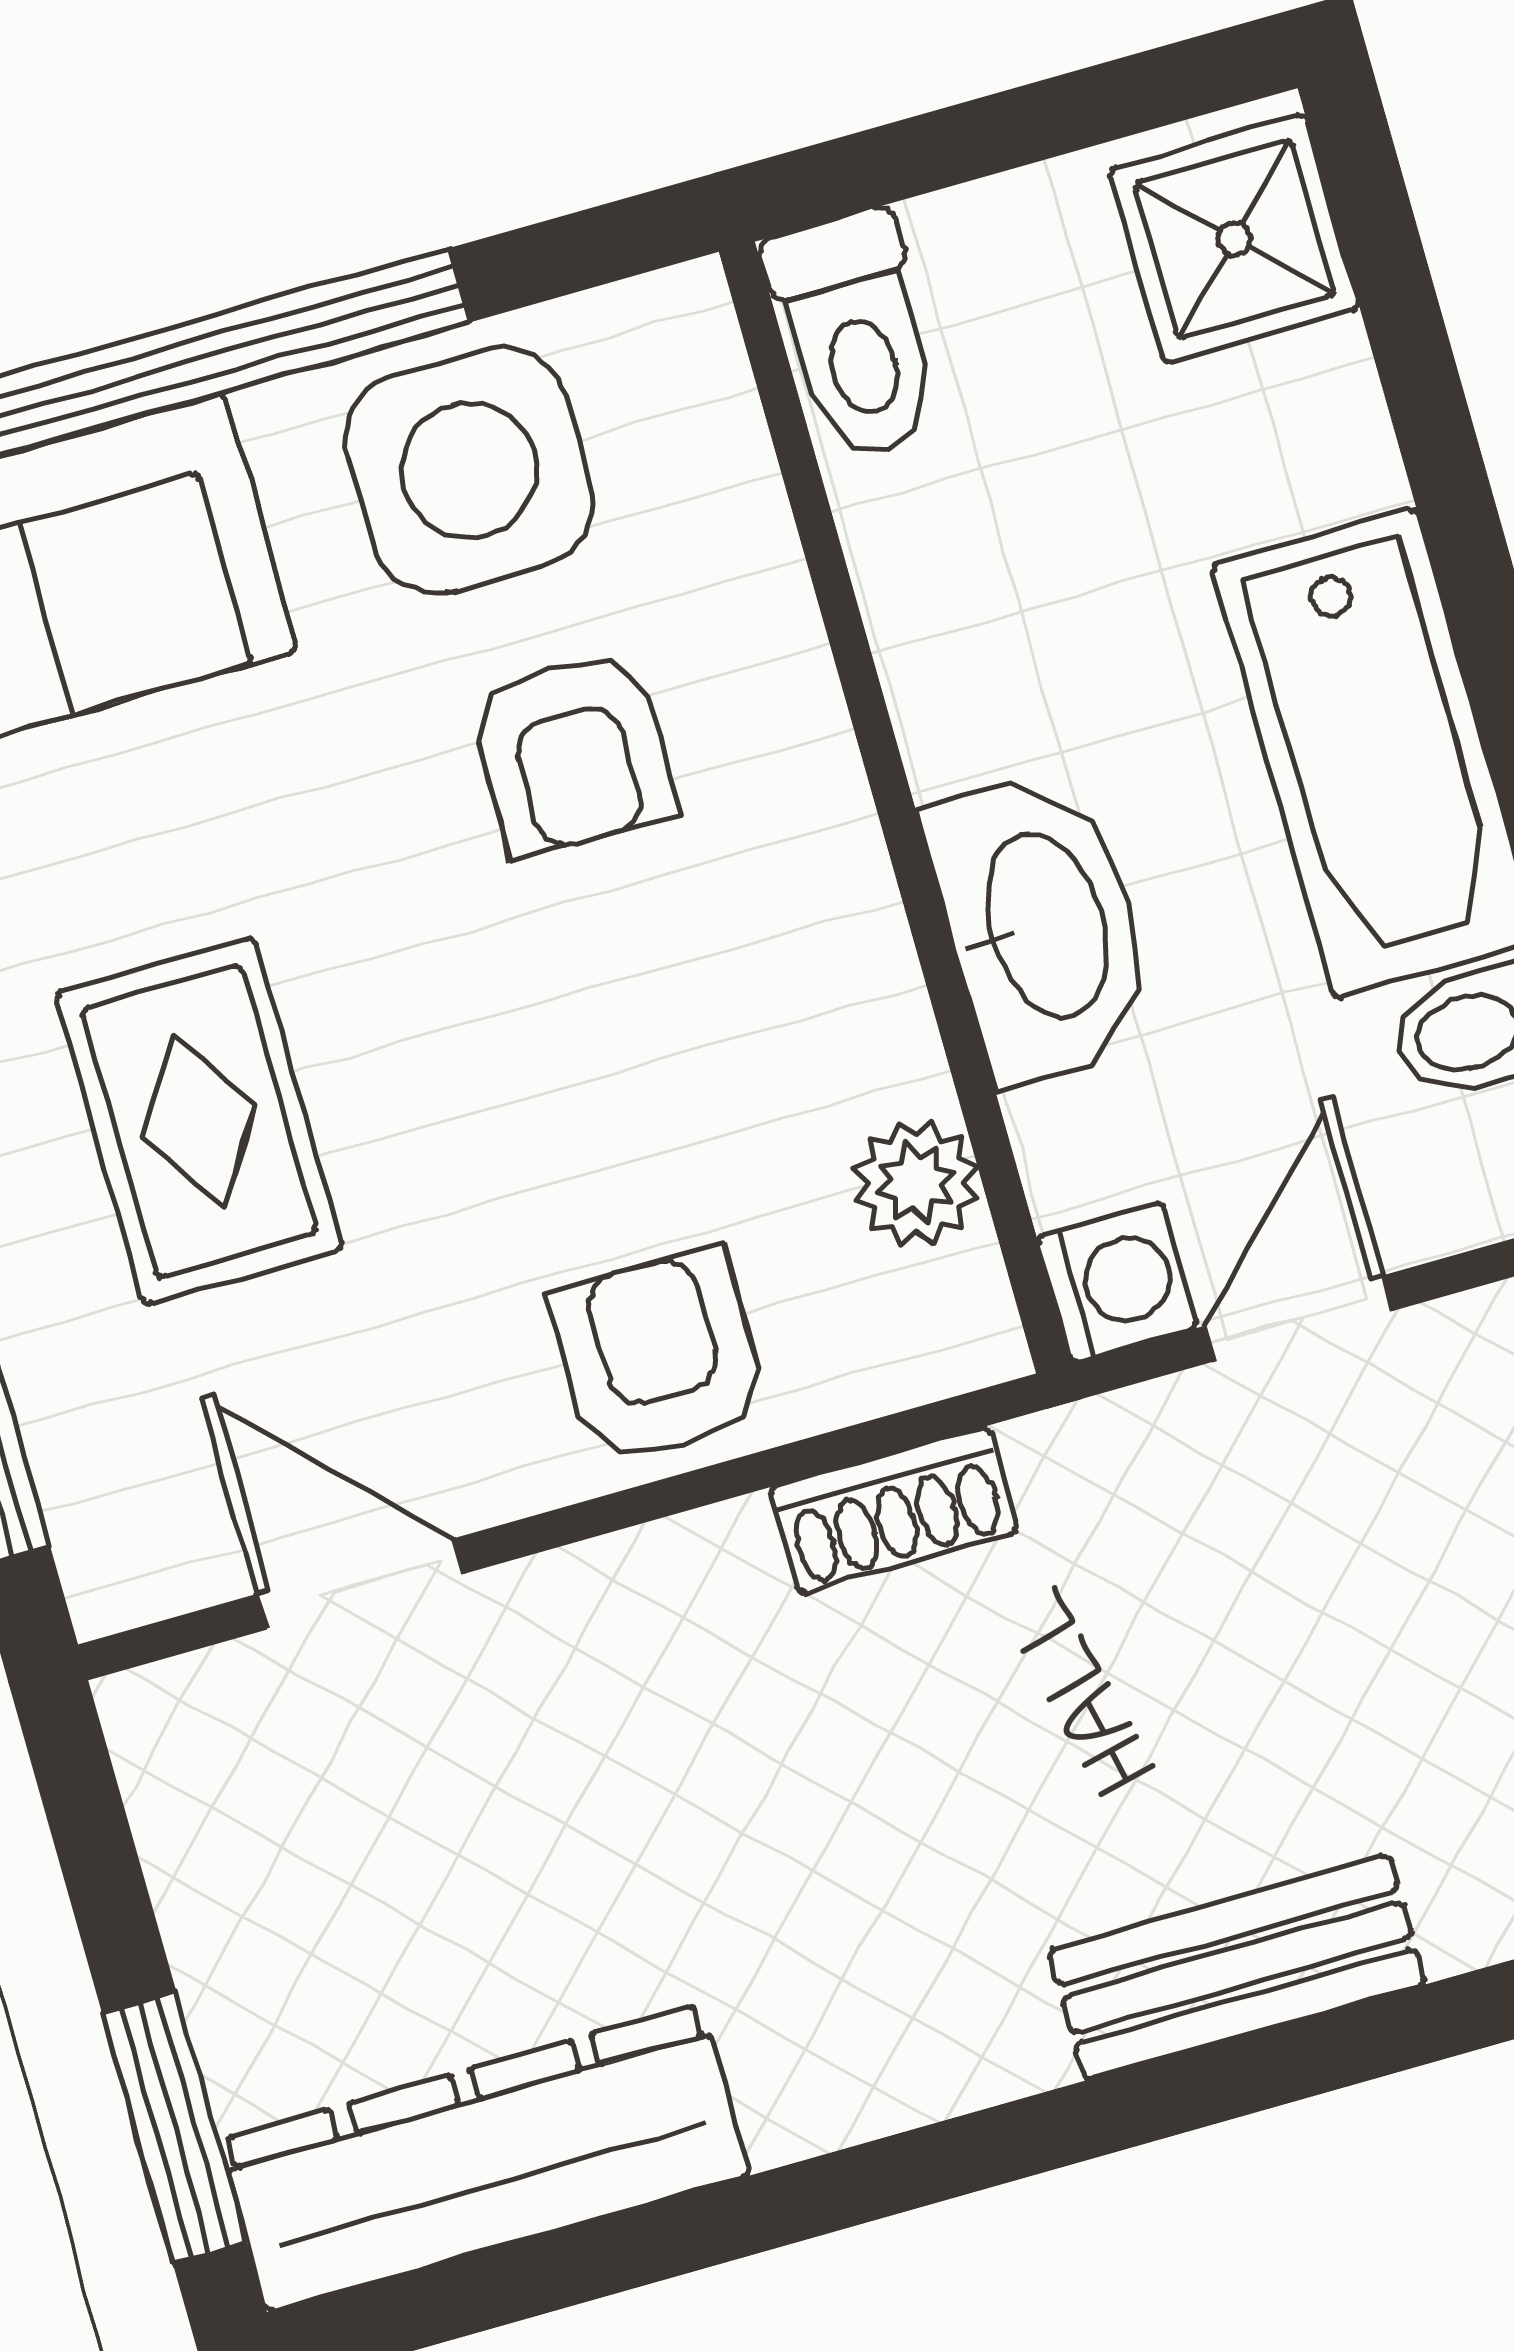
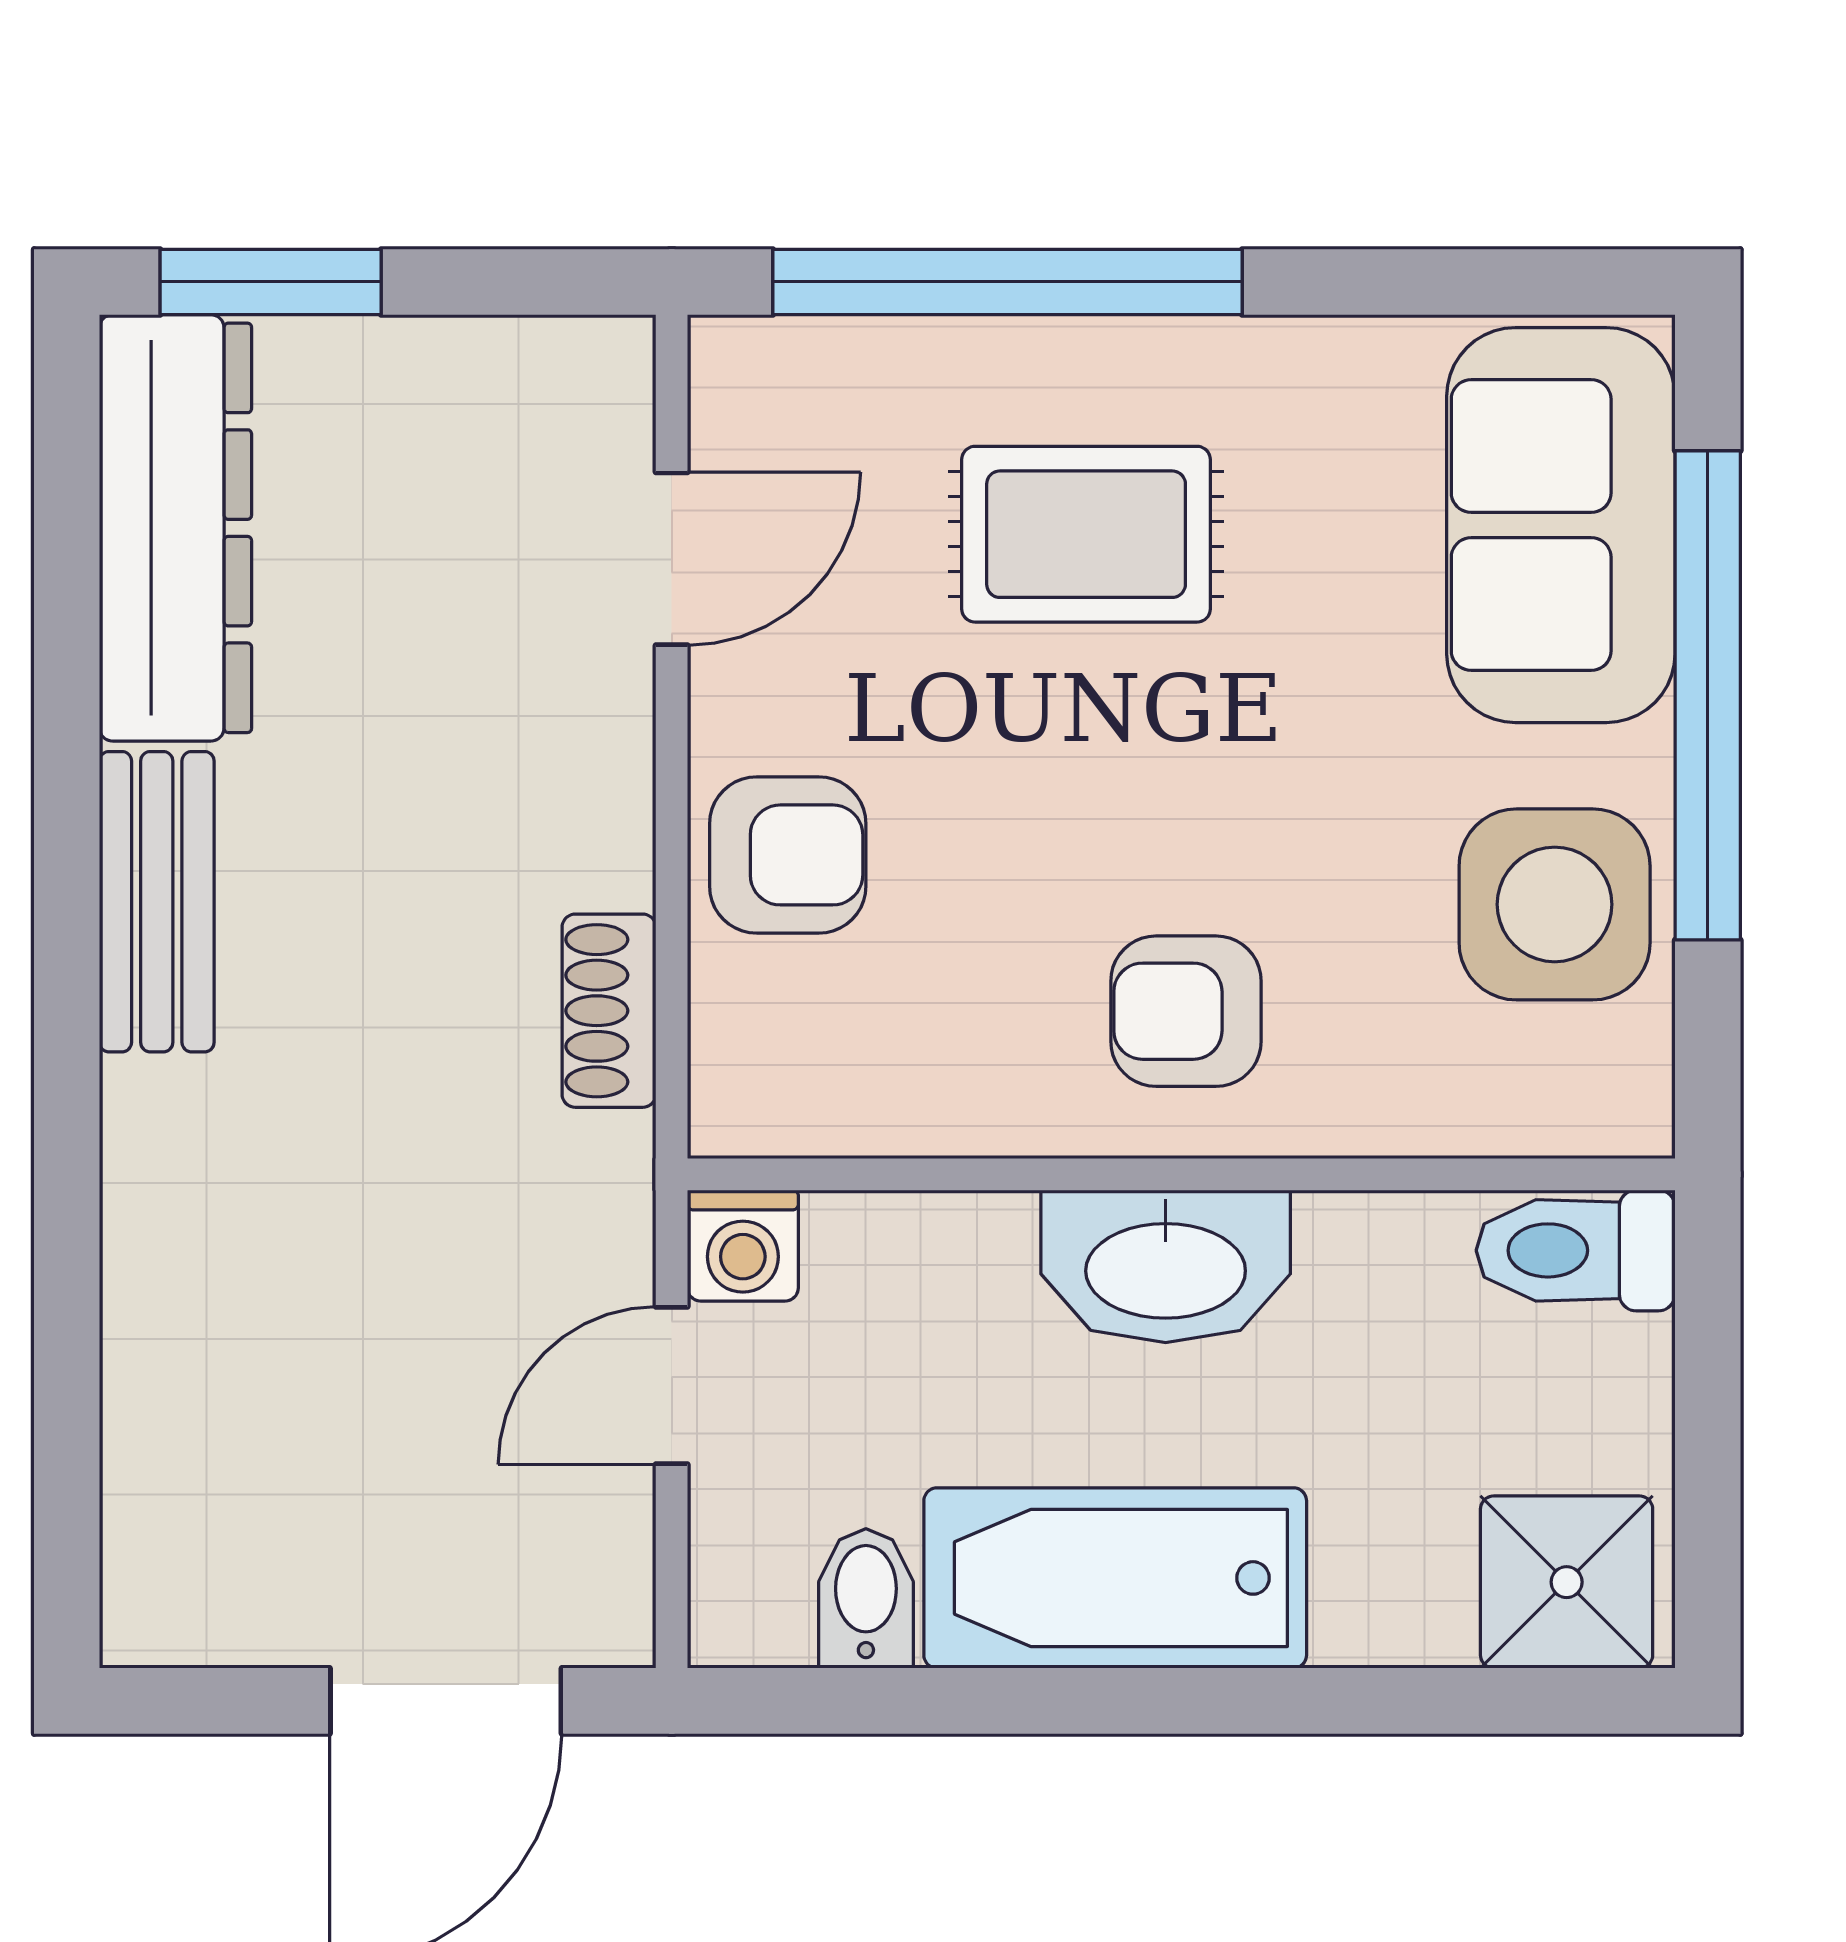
armchair: (572, 753) -> (1186, 1011), moved
washbasin: (1042, 926) -> (1166, 1266), moved
plant: (916, 1183) -> (870, 1105), removed
door: (1299, 1318) -> (672, 1386), swing flipped
bench: (1237, 1967) -> (157, 902), moved

